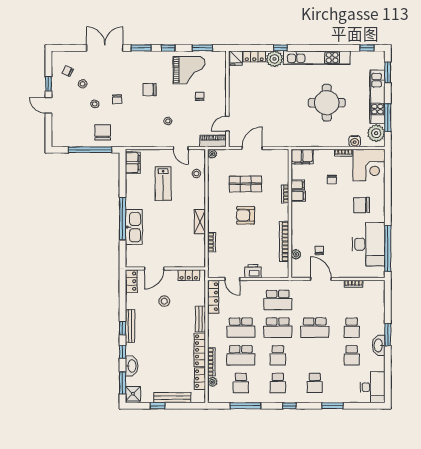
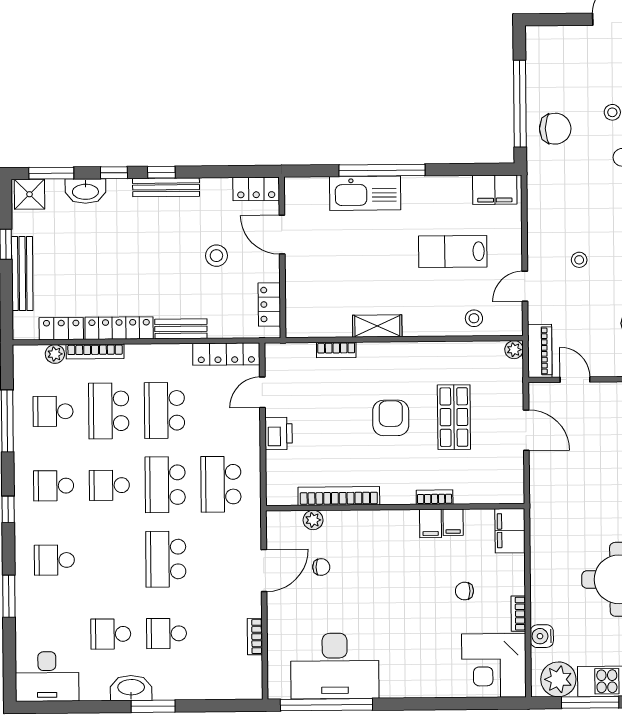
chair: (362, 205) -> (413, 651), removed

